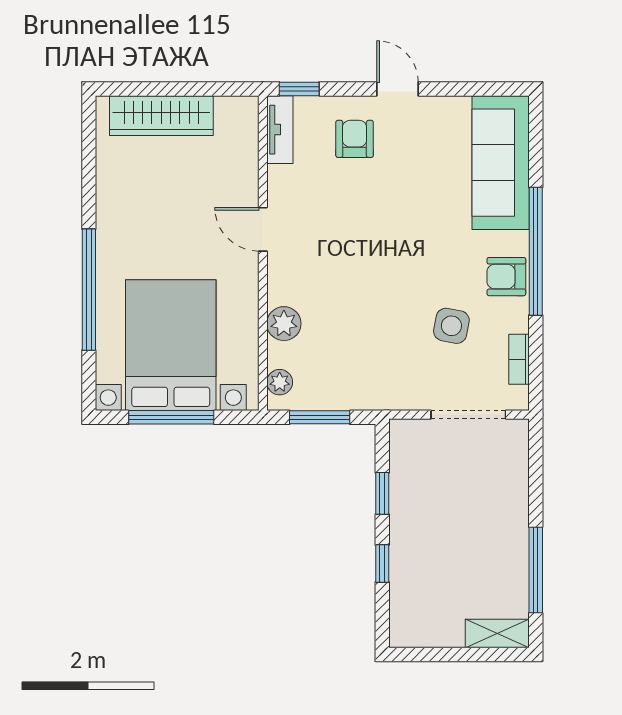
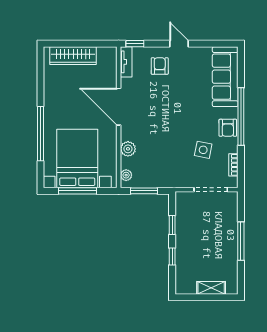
door: (263, 229) -> (119, 107), width x1.88
armchair: (506, 277) -> (228, 128), turned -90
window: (536, 570) -> (241, 241), moved
shelving: (497, 634) -> (211, 288), moved

